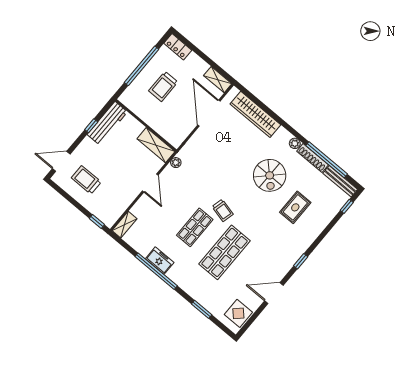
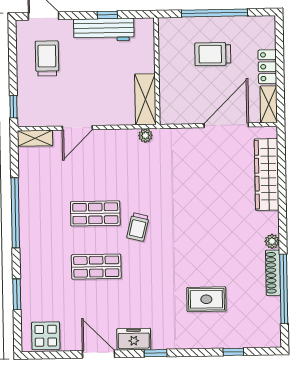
locker: (178, 47) -> (267, 67), moved
workbench: (107, 123) -> (104, 30), moved
spiral stairs: (270, 175) -> (216, 244), removed
bench: (340, 181) -> (274, 322), removed
door: (150, 183) -> (77, 128), moved
window: (347, 206) -> (233, 352), moved
shop shelf: (225, 252) -> (96, 267), width x0.70, depth x0.74
freezer: (160, 261) -> (134, 339), moved, turned -90

